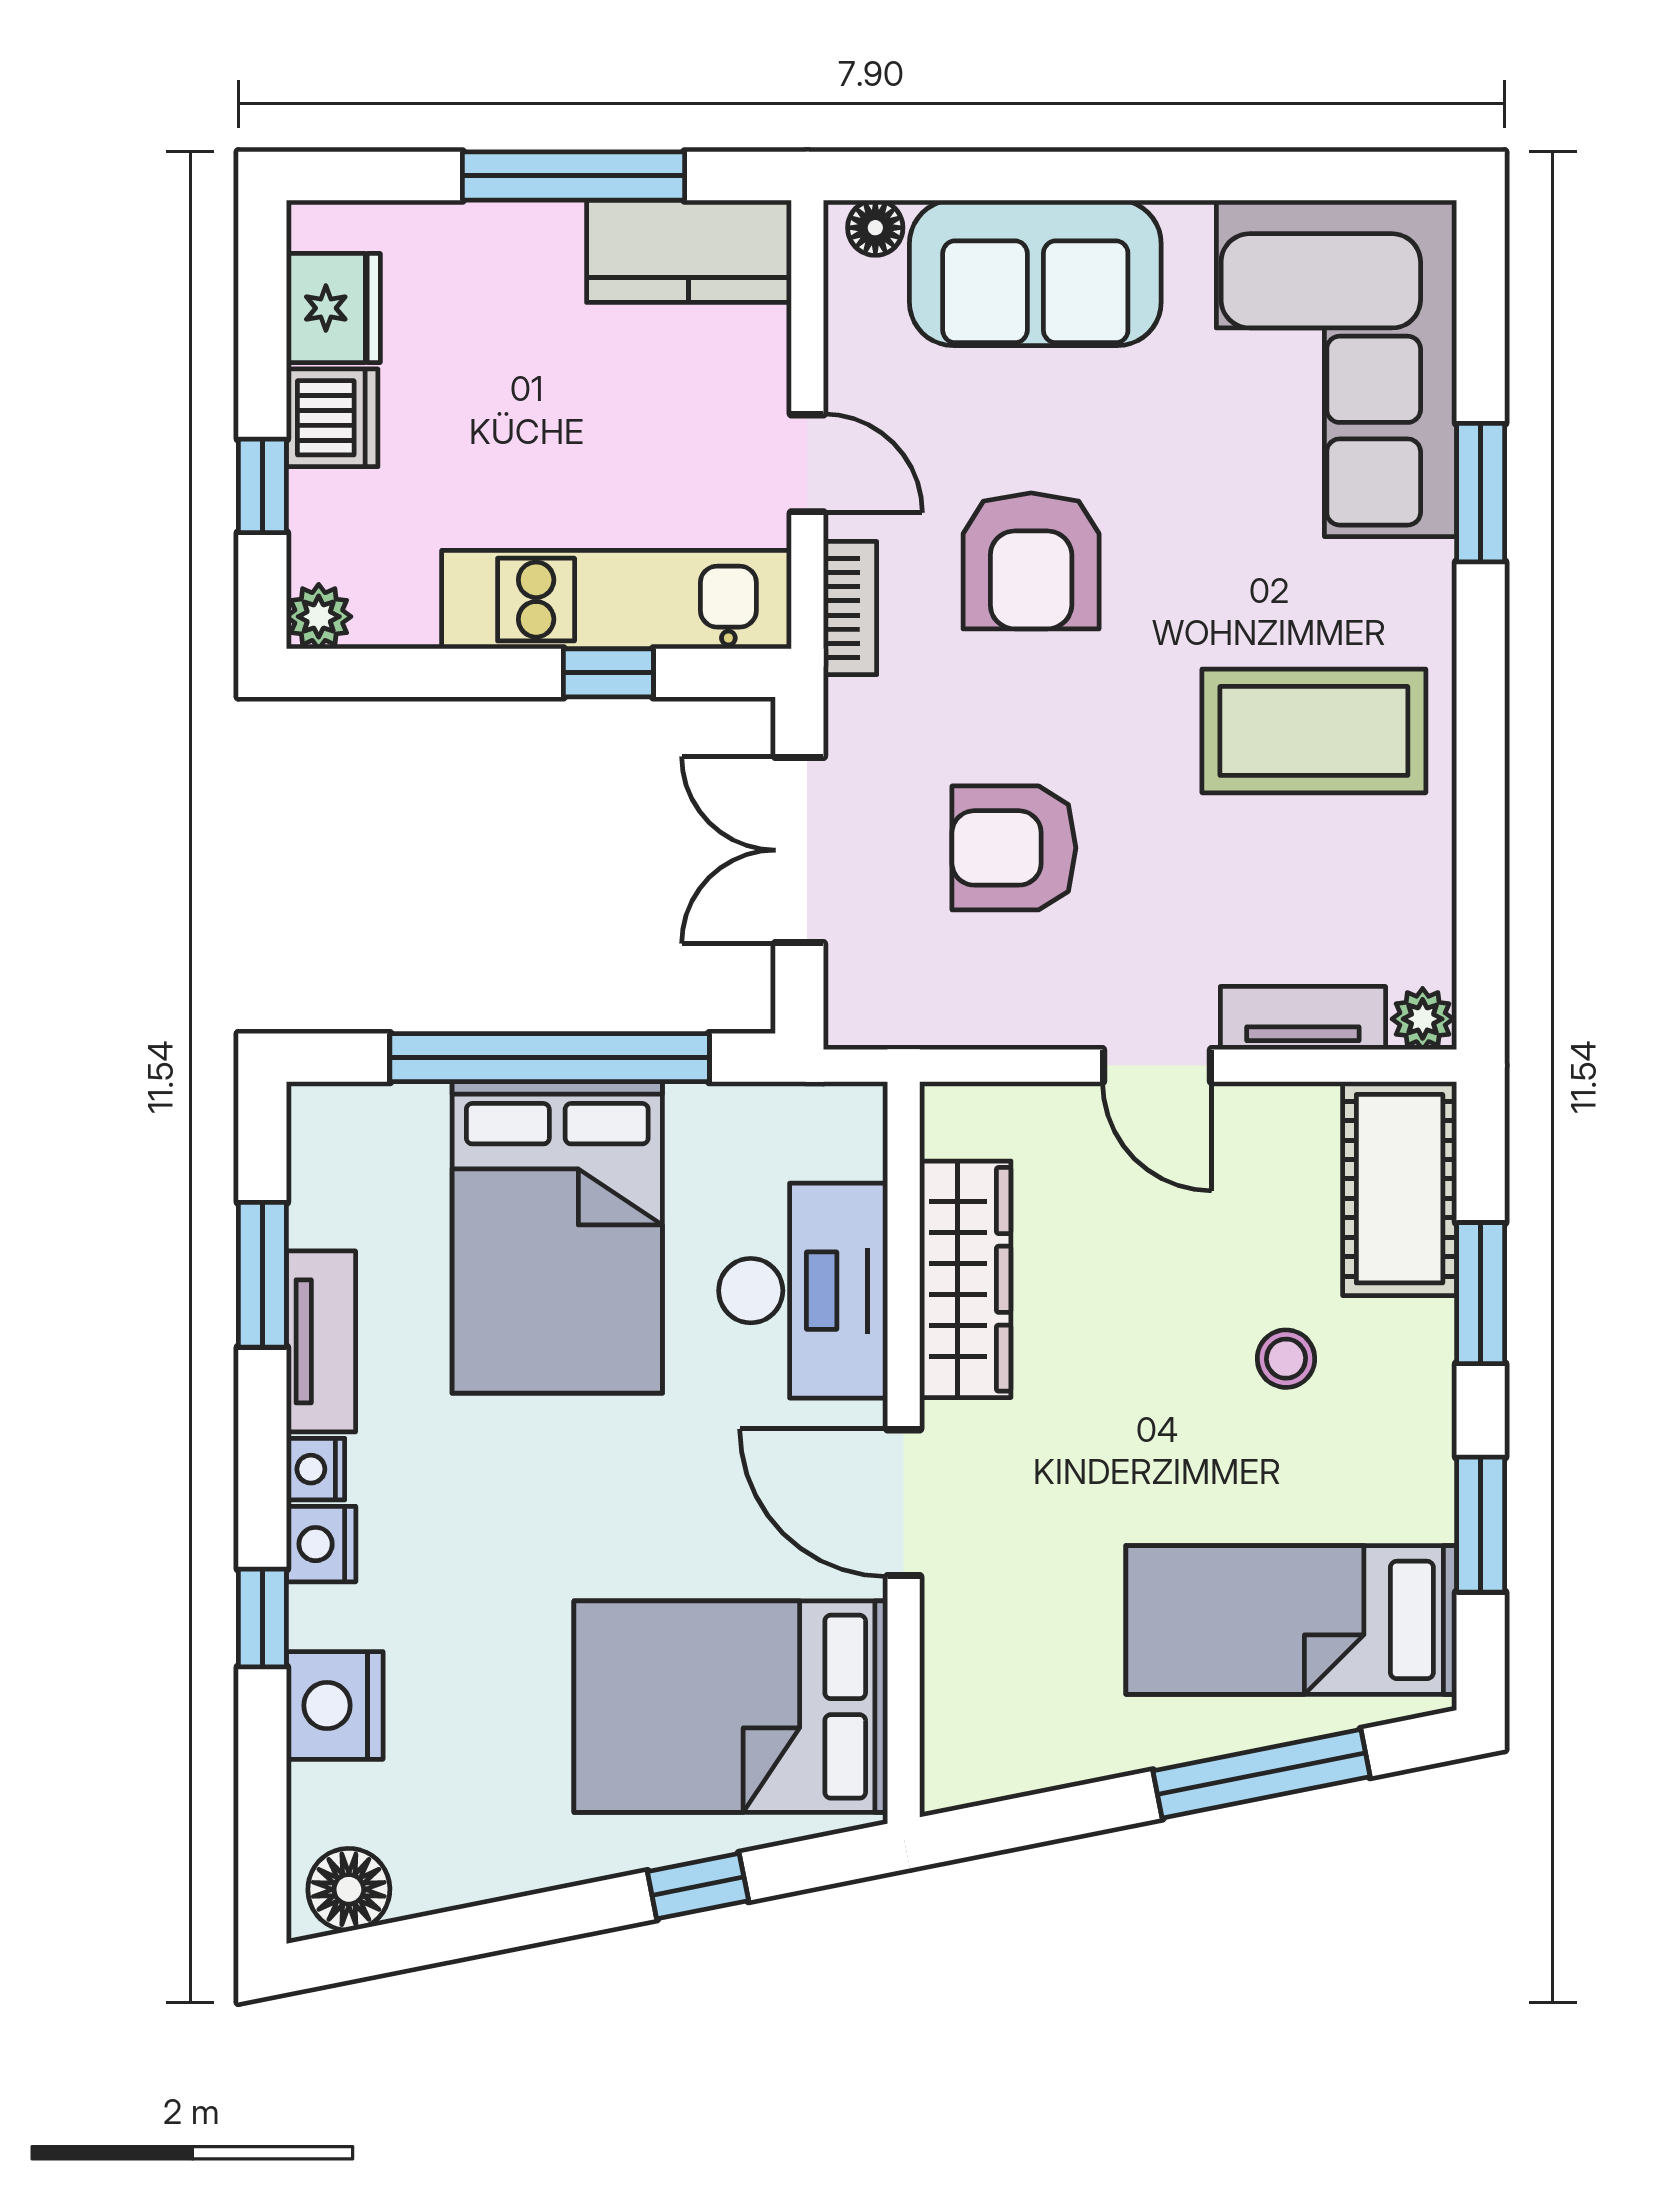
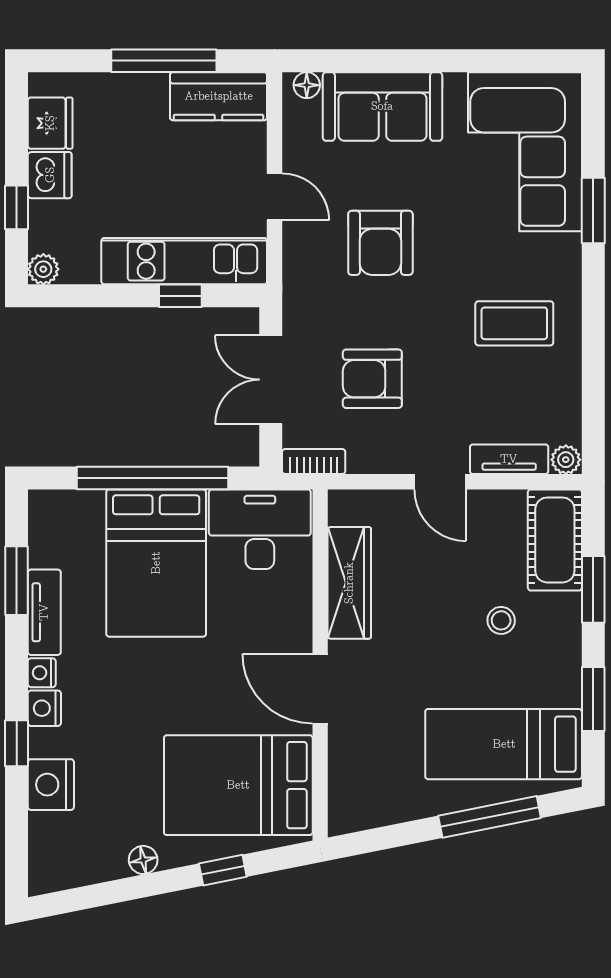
bookcase: (850, 608) -> (314, 462), moved, turned -90
coffee table: (1314, 731) -> (514, 323), width x0.73, depth x0.76
desk: (803, 1291) -> (260, 529), moved, turned -90
floor lamp: (349, 1889) -> (143, 860), moved, width x0.73, depth x0.73

